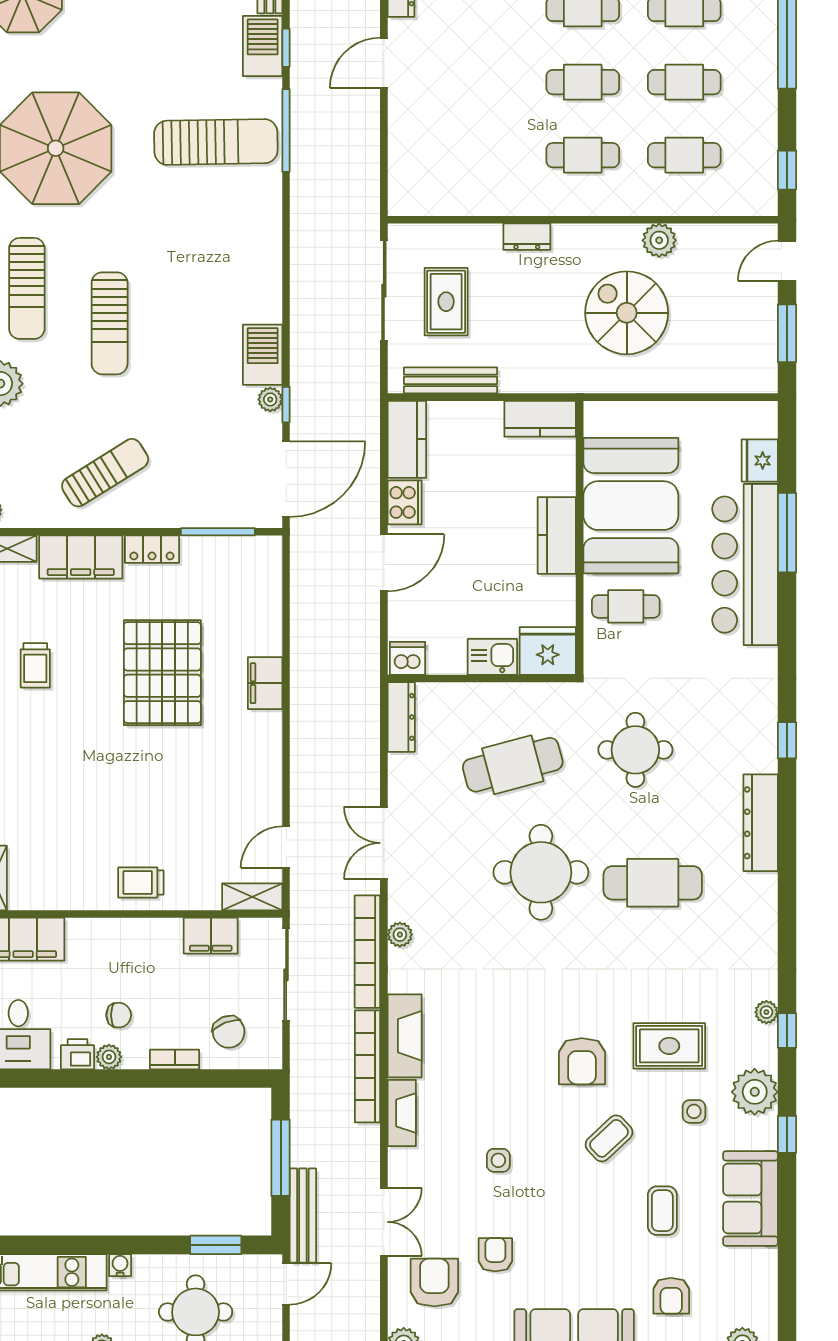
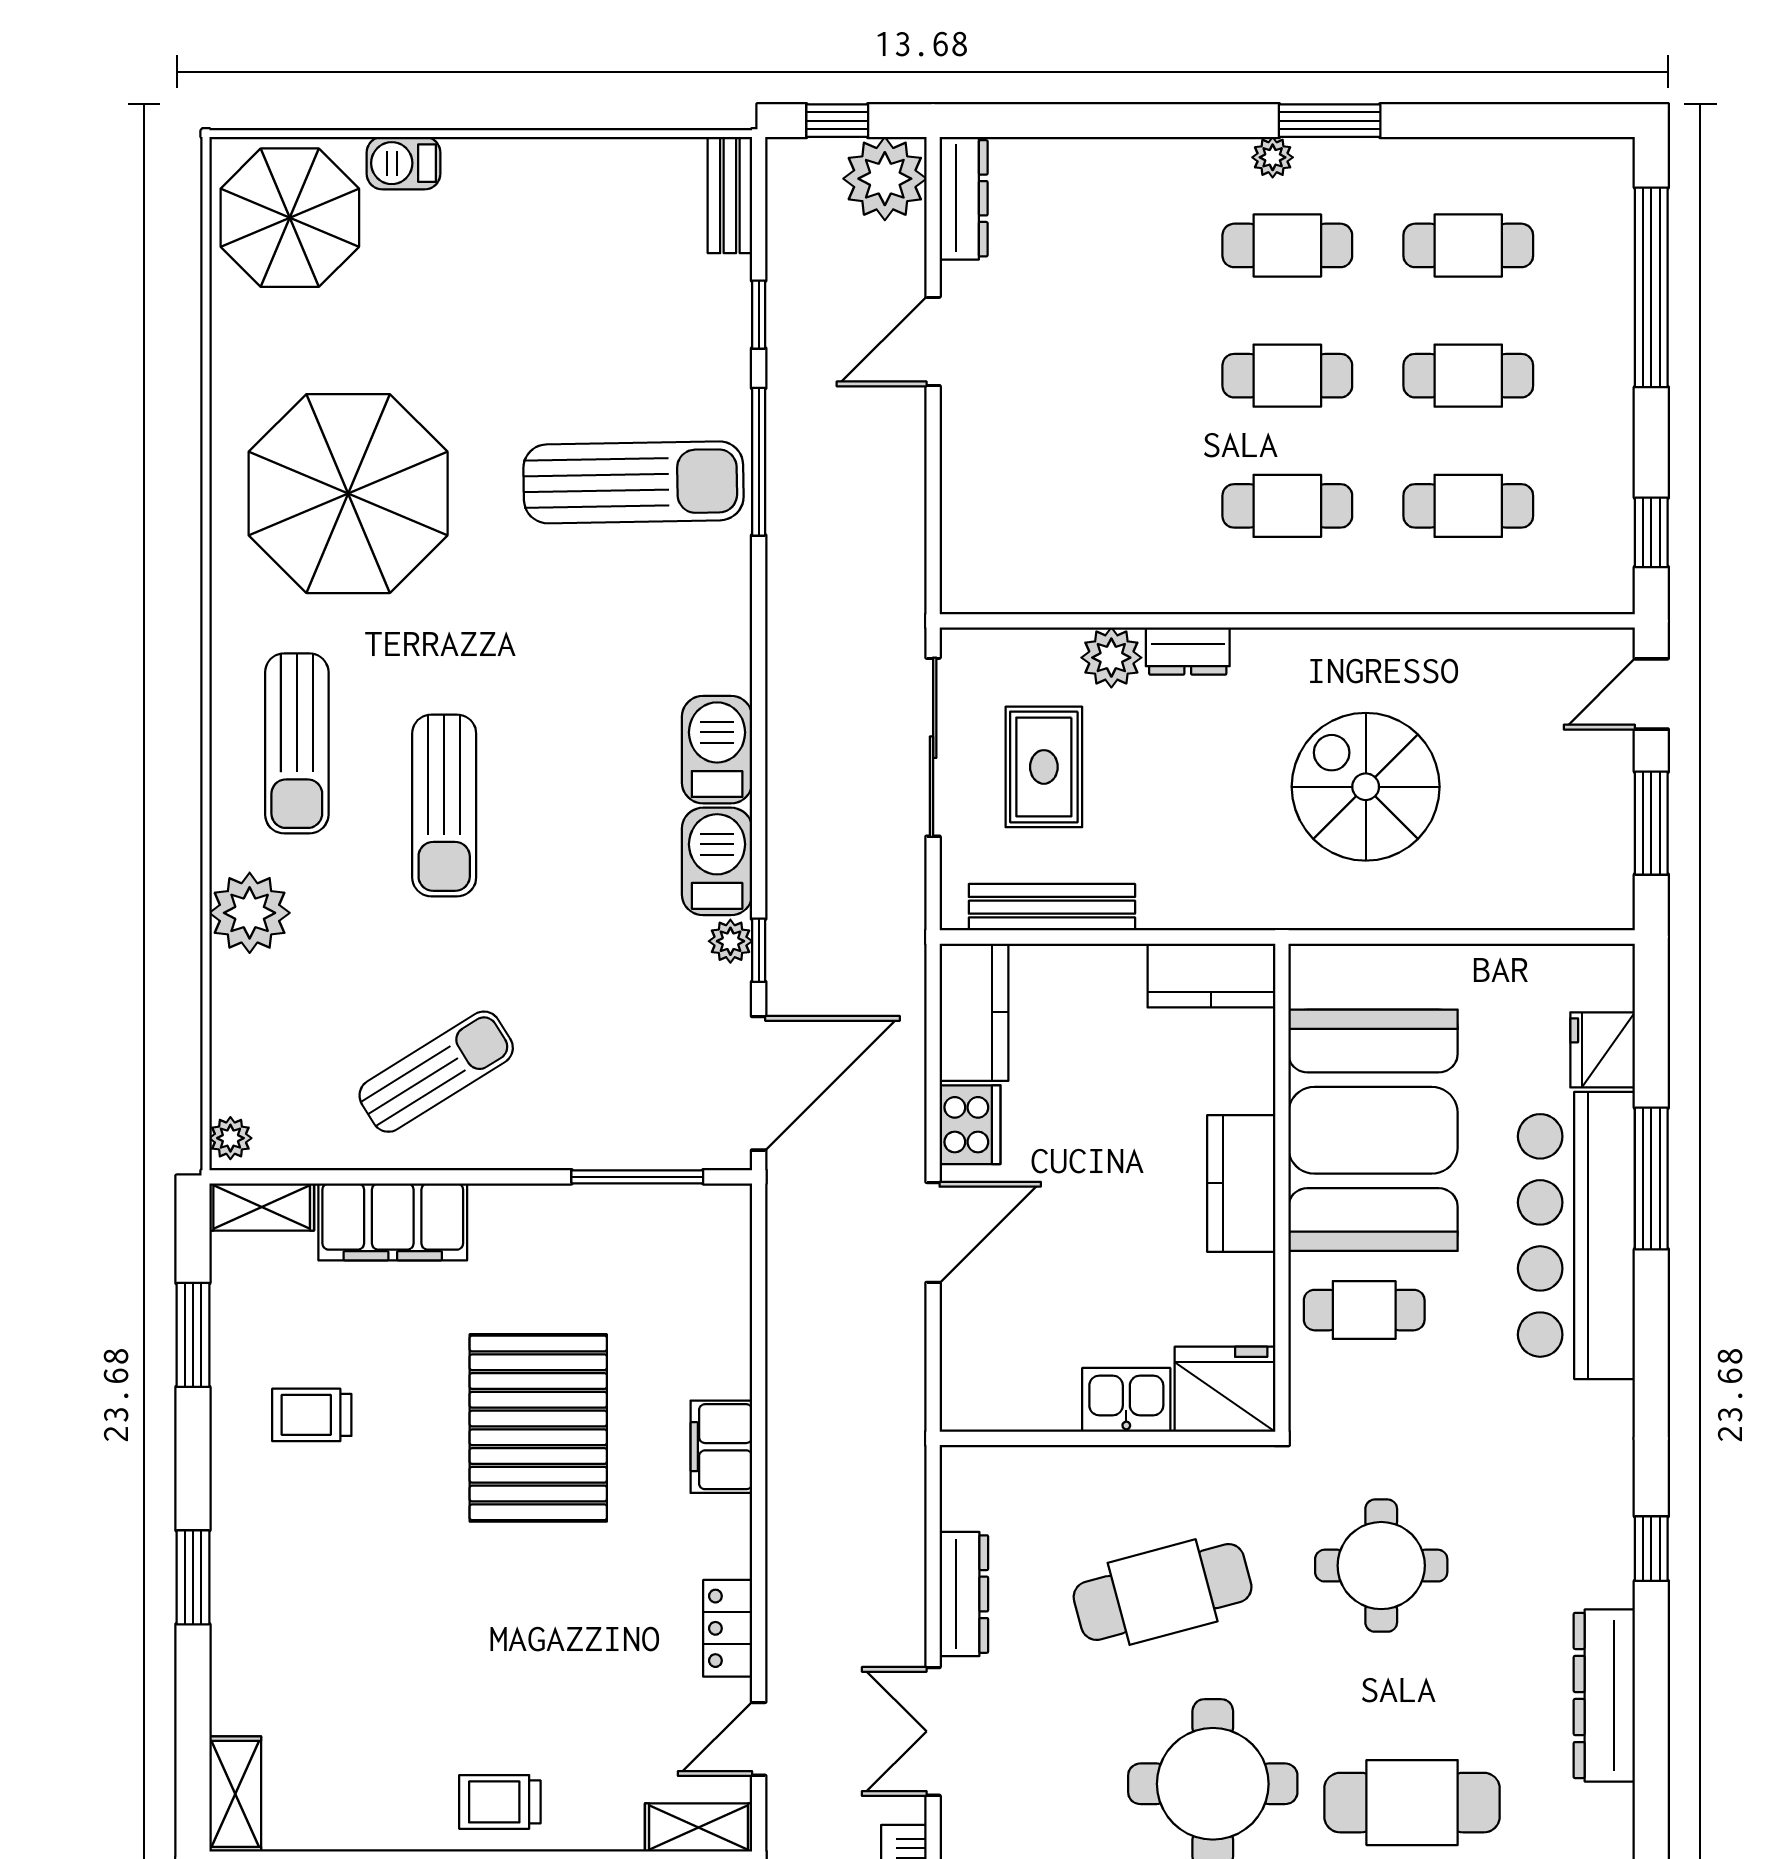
barbecue: (263, 46) -> (717, 750), moved
plant: (659, 240) -> (1111, 658), moved
locker: (152, 549) -> (728, 1628), moved, turned 90
dishwasher: (408, 658) -> (975, 1402), removed
trolley: (35, 665) -> (312, 1415), turned 90
dresser: (401, 717) -> (964, 1594), moved

